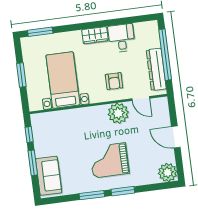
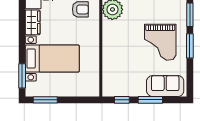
window: (21, 75) -> (45, 100), moved
bed with nightstands: (63, 80) -> (52, 59), moved, turned 180
grand piano: (109, 160) -> (160, 42), moved

